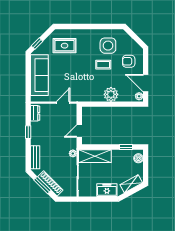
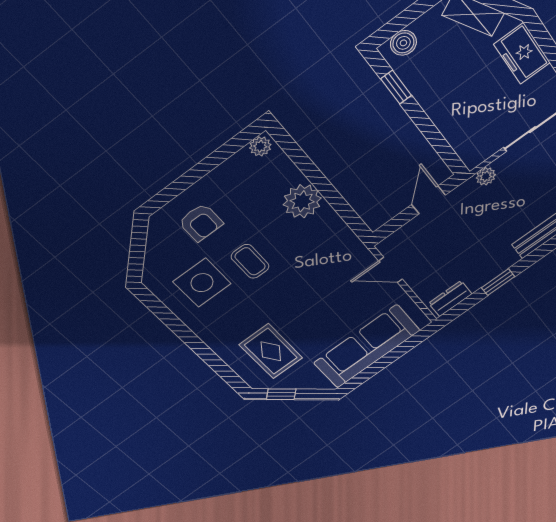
window: (37, 44) -> (281, 394), moved
door: (146, 83) -> (220, 155), removed
door: (79, 131) -> (429, 200), swing flipped
shelving: (95, 156) -> (462, 132), removed

